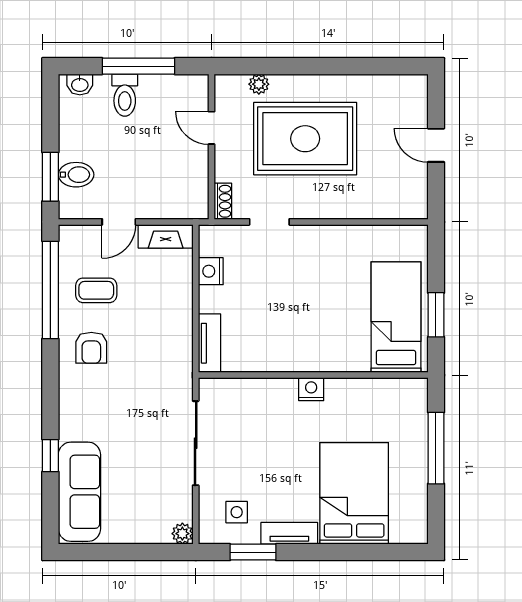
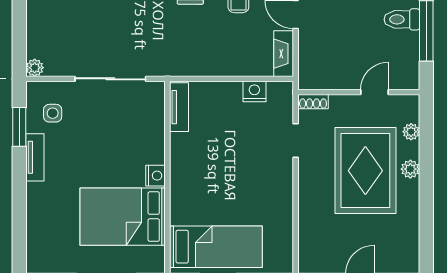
plant: (303, 85) -> (410, 169), added
tv unit: (209, 343) -> (179, 107), moved, turned -90
bed: (354, 493) -> (123, 217), moved, turned 180

